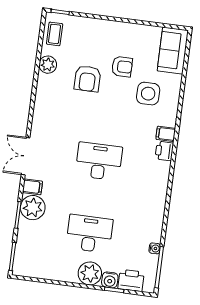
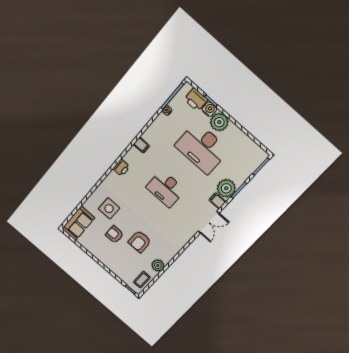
armchair: (87, 79) -> (140, 242), turned 180
filing cabinet: (166, 134) -> (141, 145), moved
desk: (89, 234) -> (202, 148), width x1.36, depth x1.30

